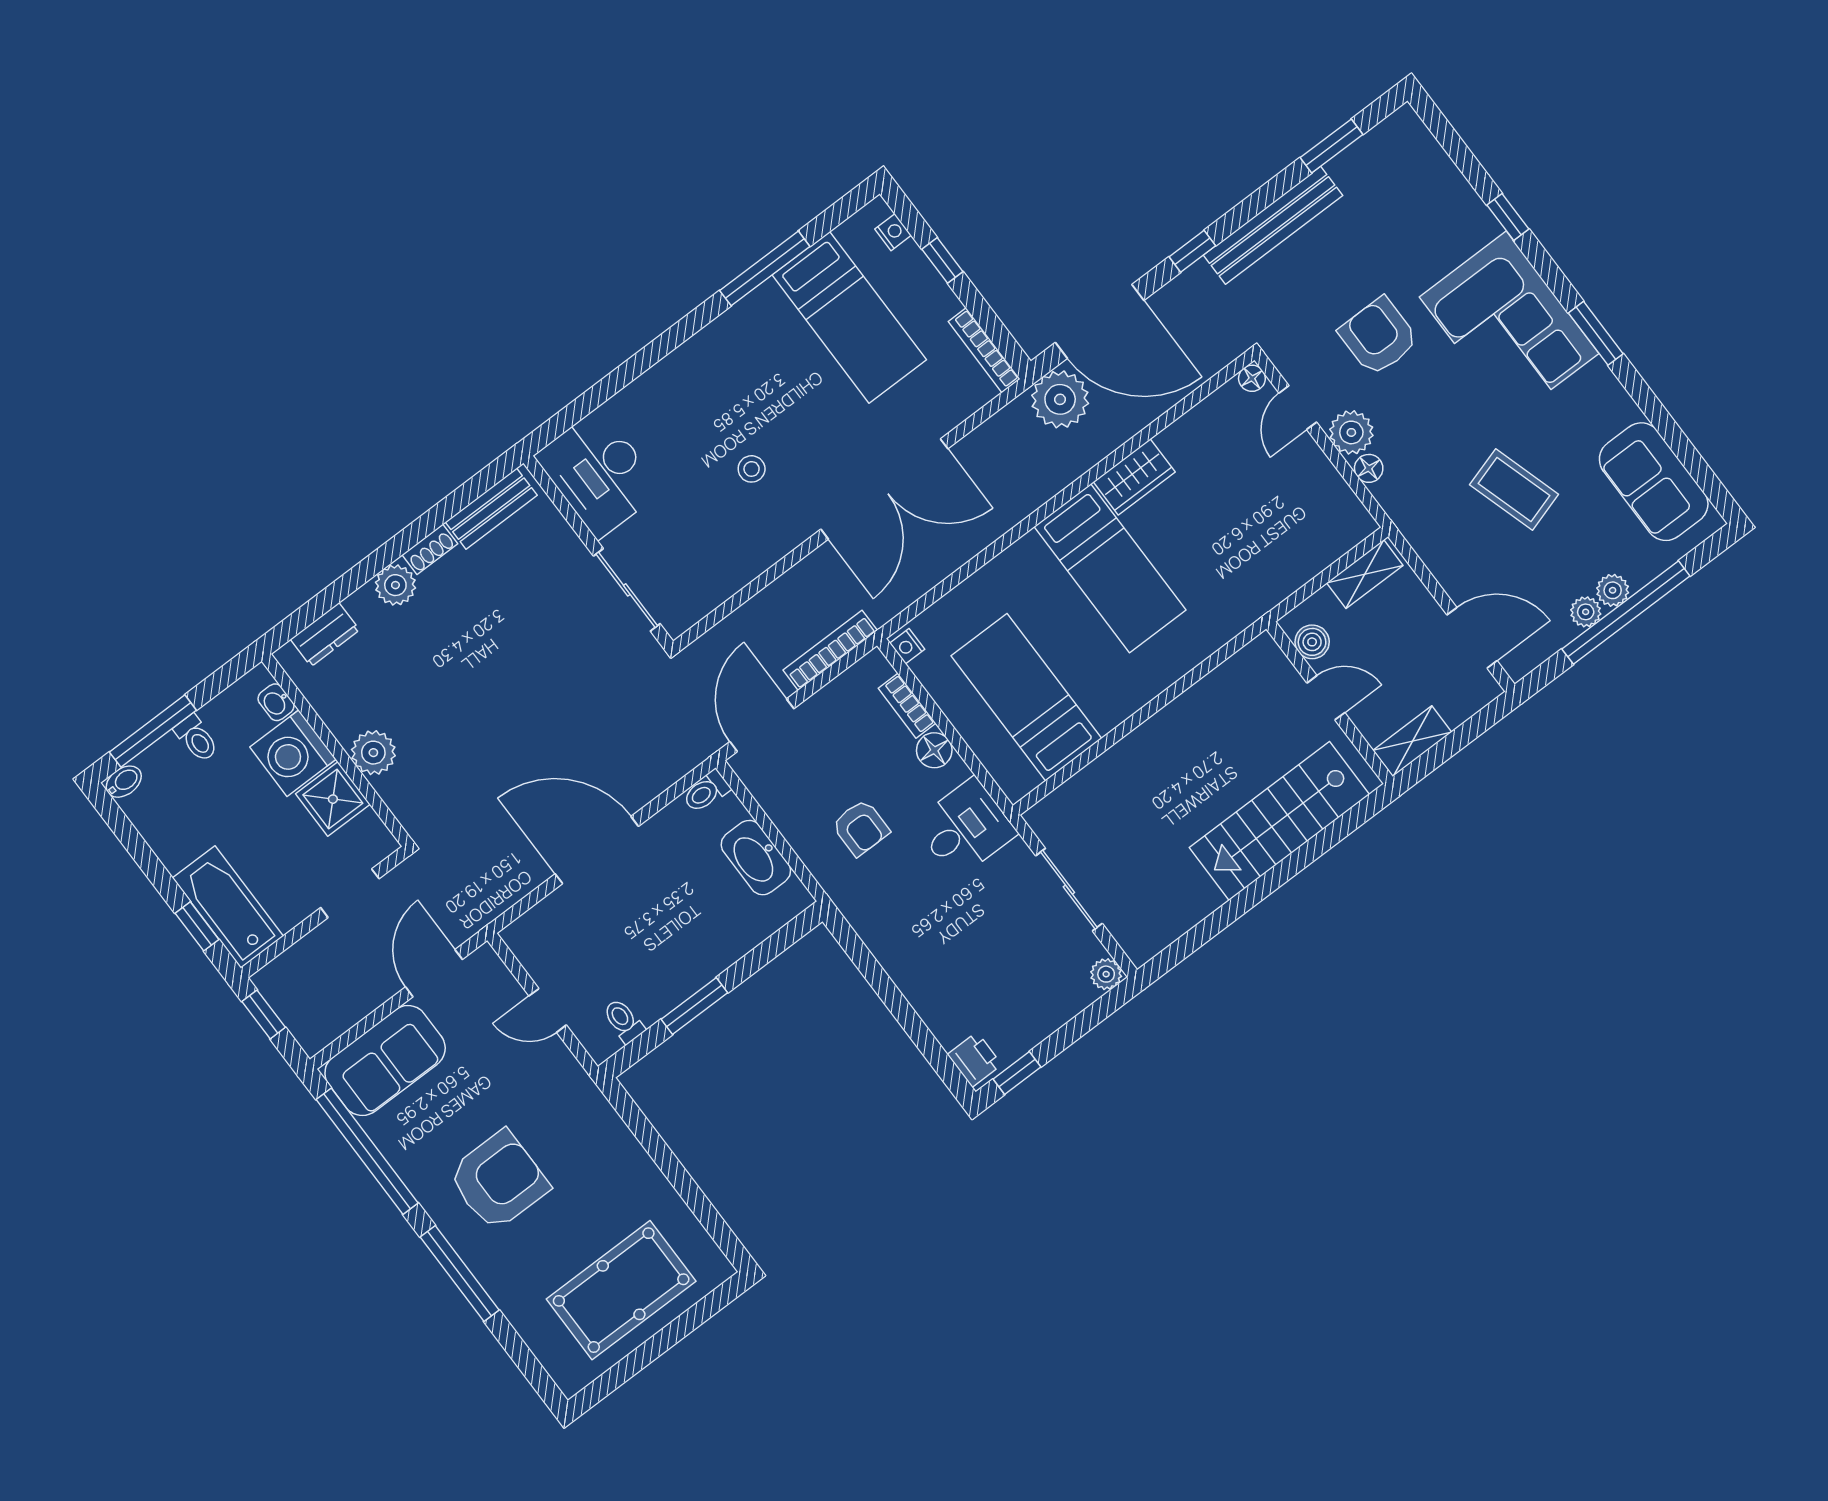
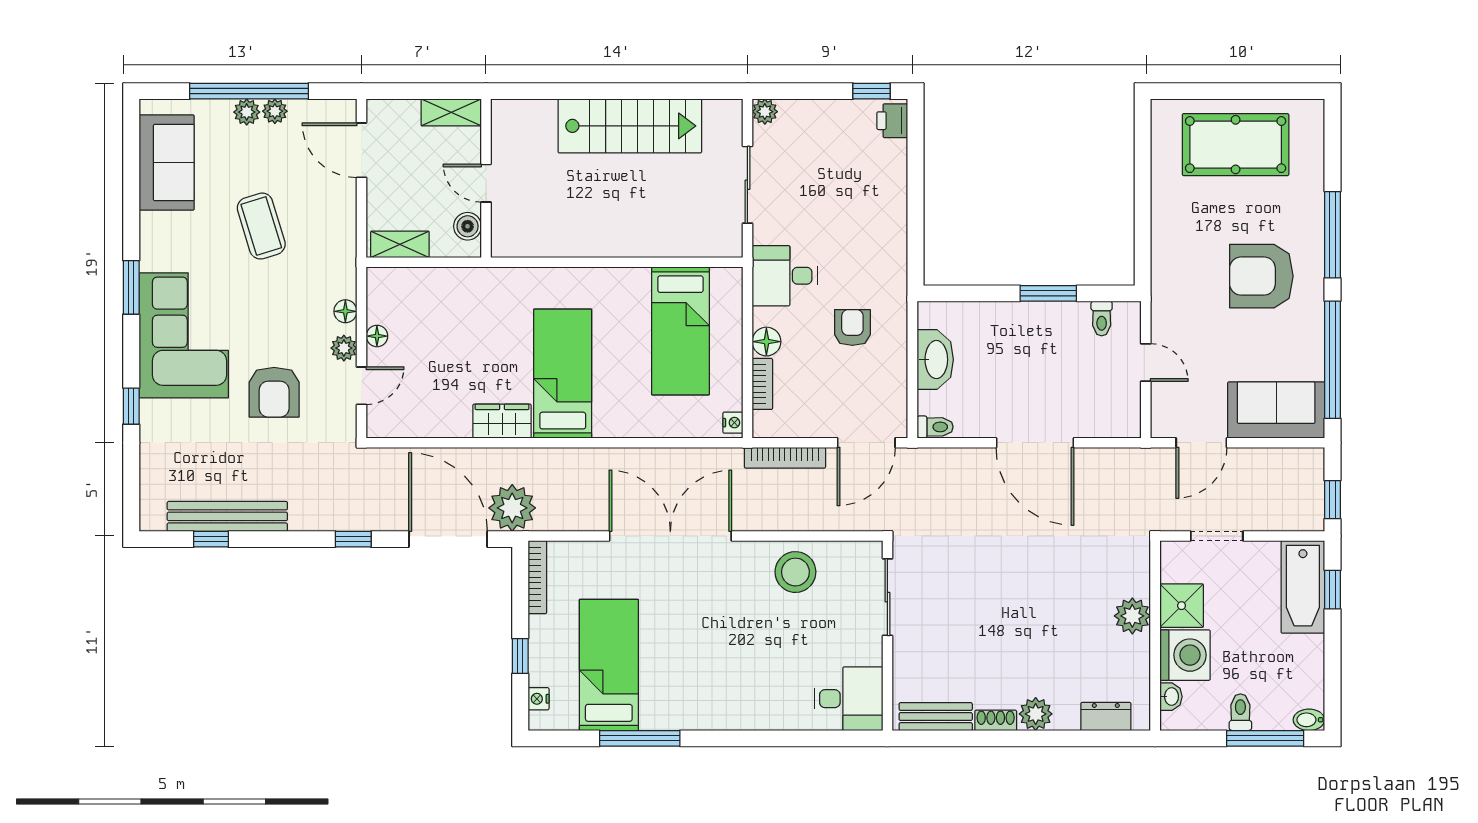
window: (1332, 146) -> (211, 539), width x0.67
bench: (1273, 225) -> (227, 516), moved
floor lamp: (1252, 378) -> (377, 336), moved
plant: (1351, 432) -> (344, 348), width x0.73, depth x0.73
stool: (752, 469) -> (795, 572), moved, width x1.89, depth x1.89
desk: (599, 473) -> (848, 699), width x0.73
stairs: (1279, 821) -> (630, 126), moved

